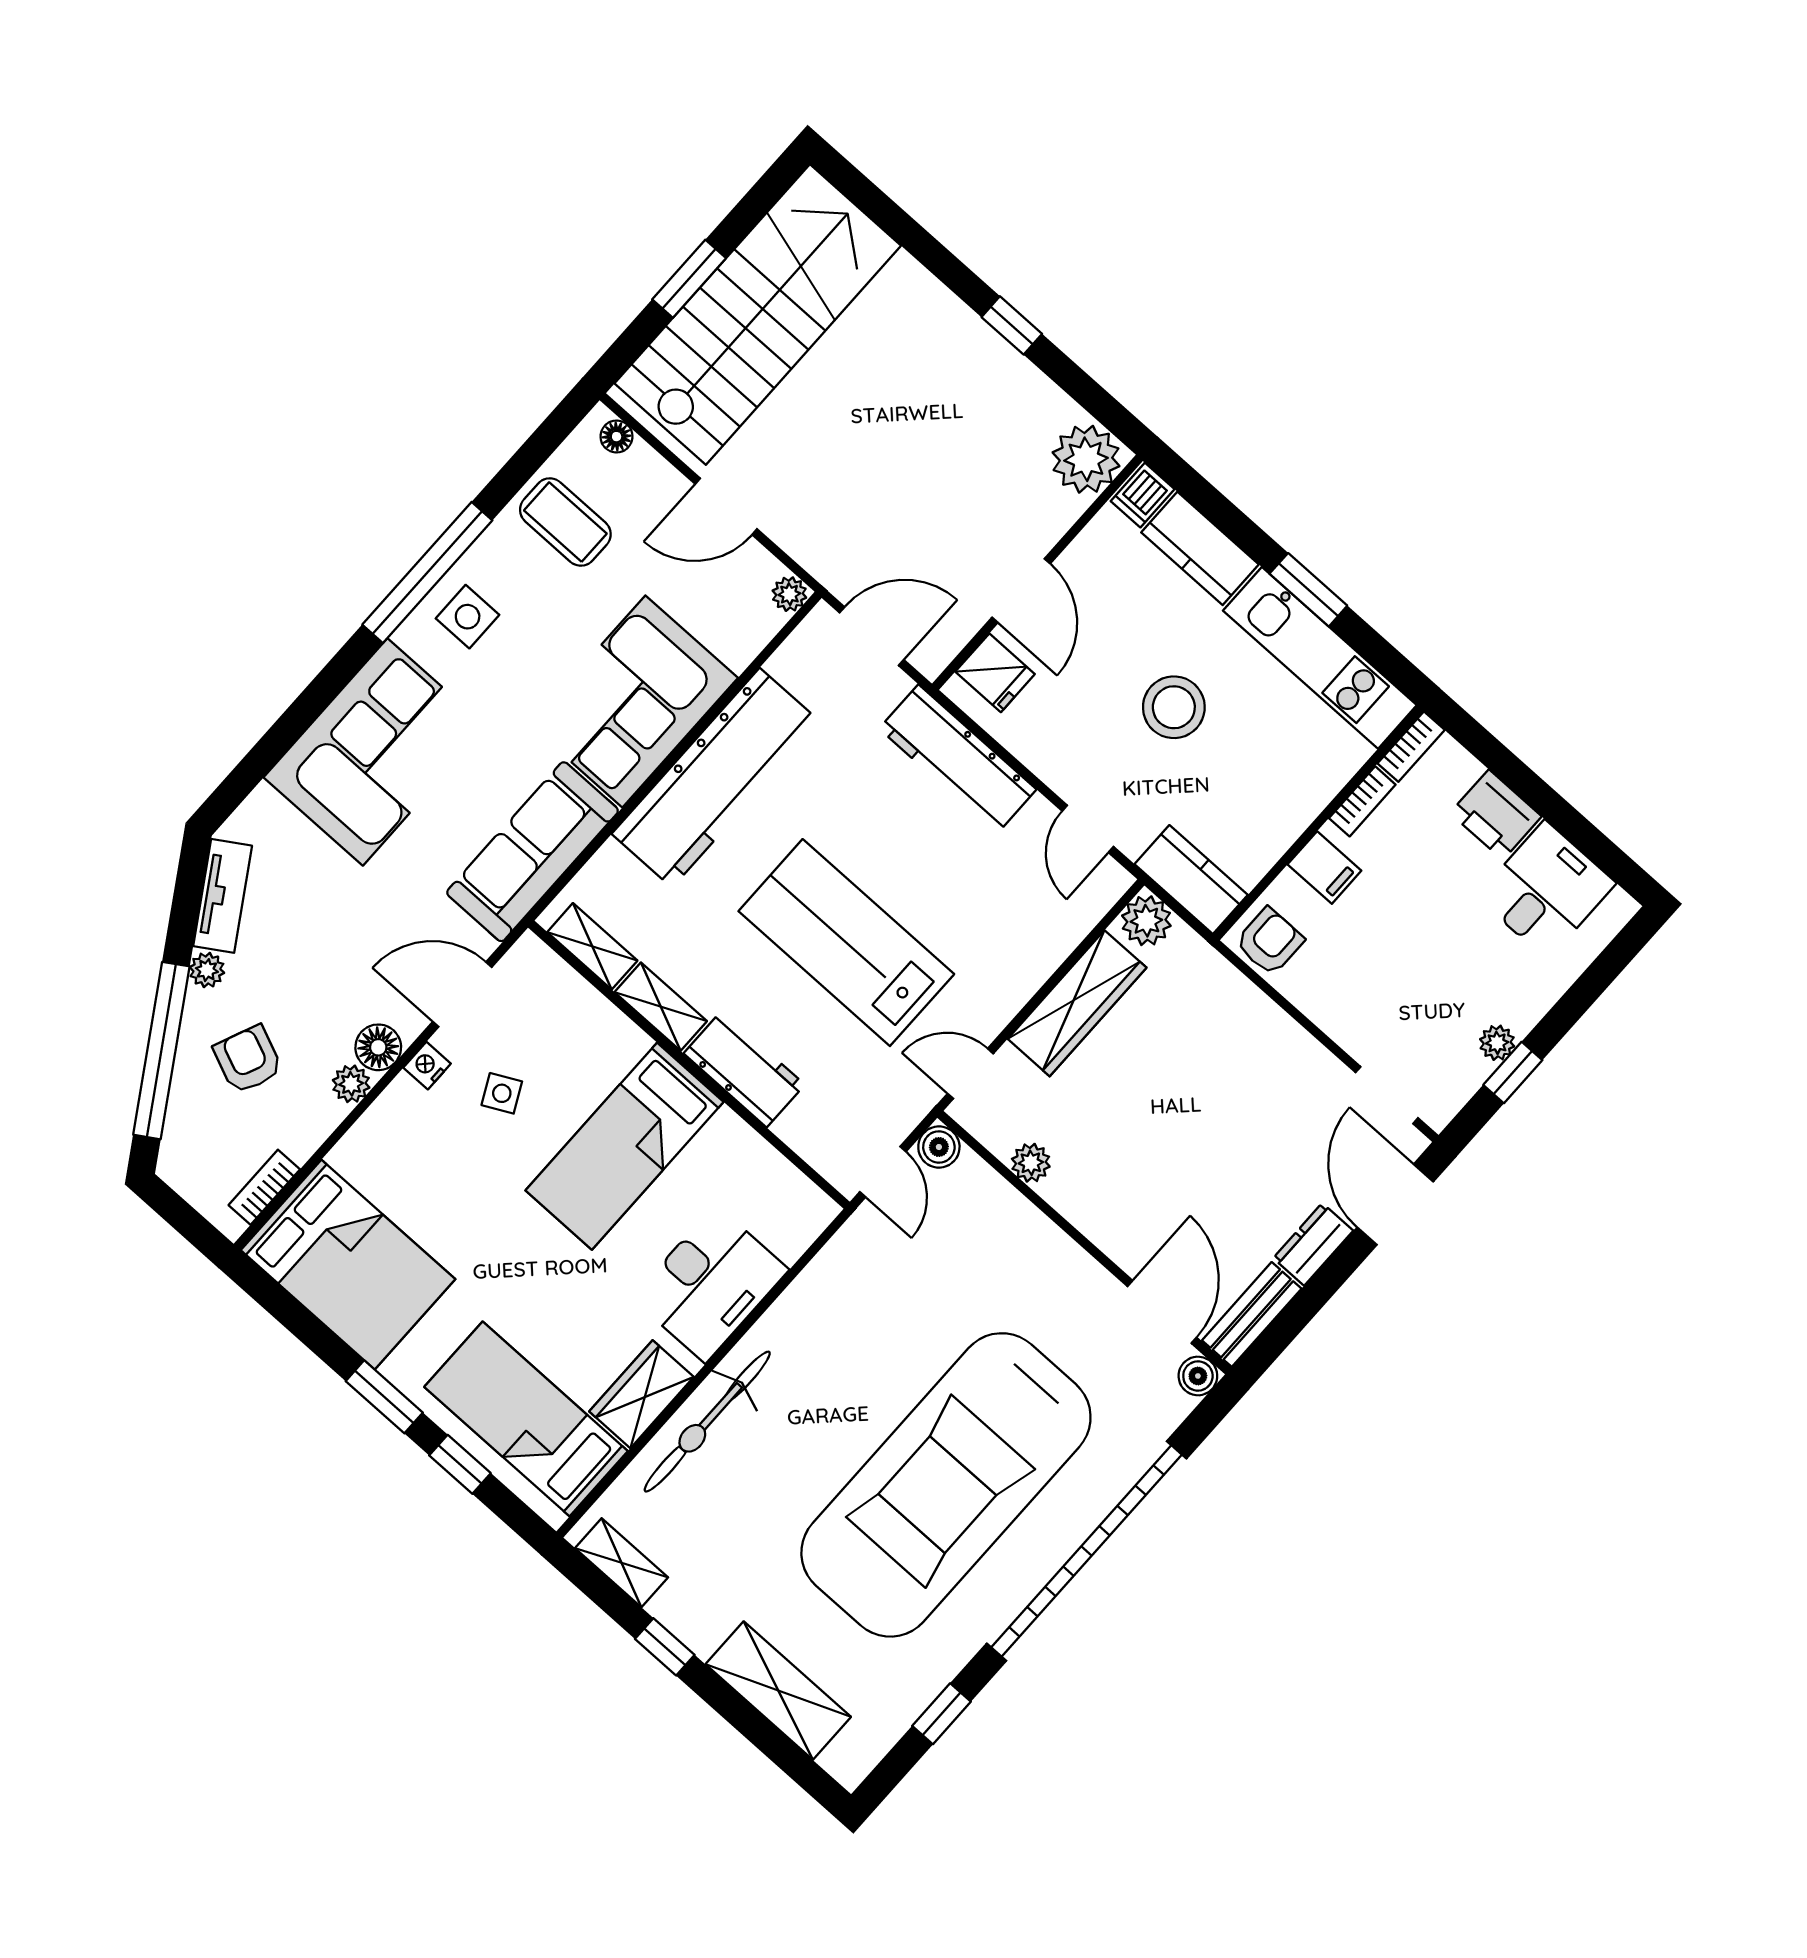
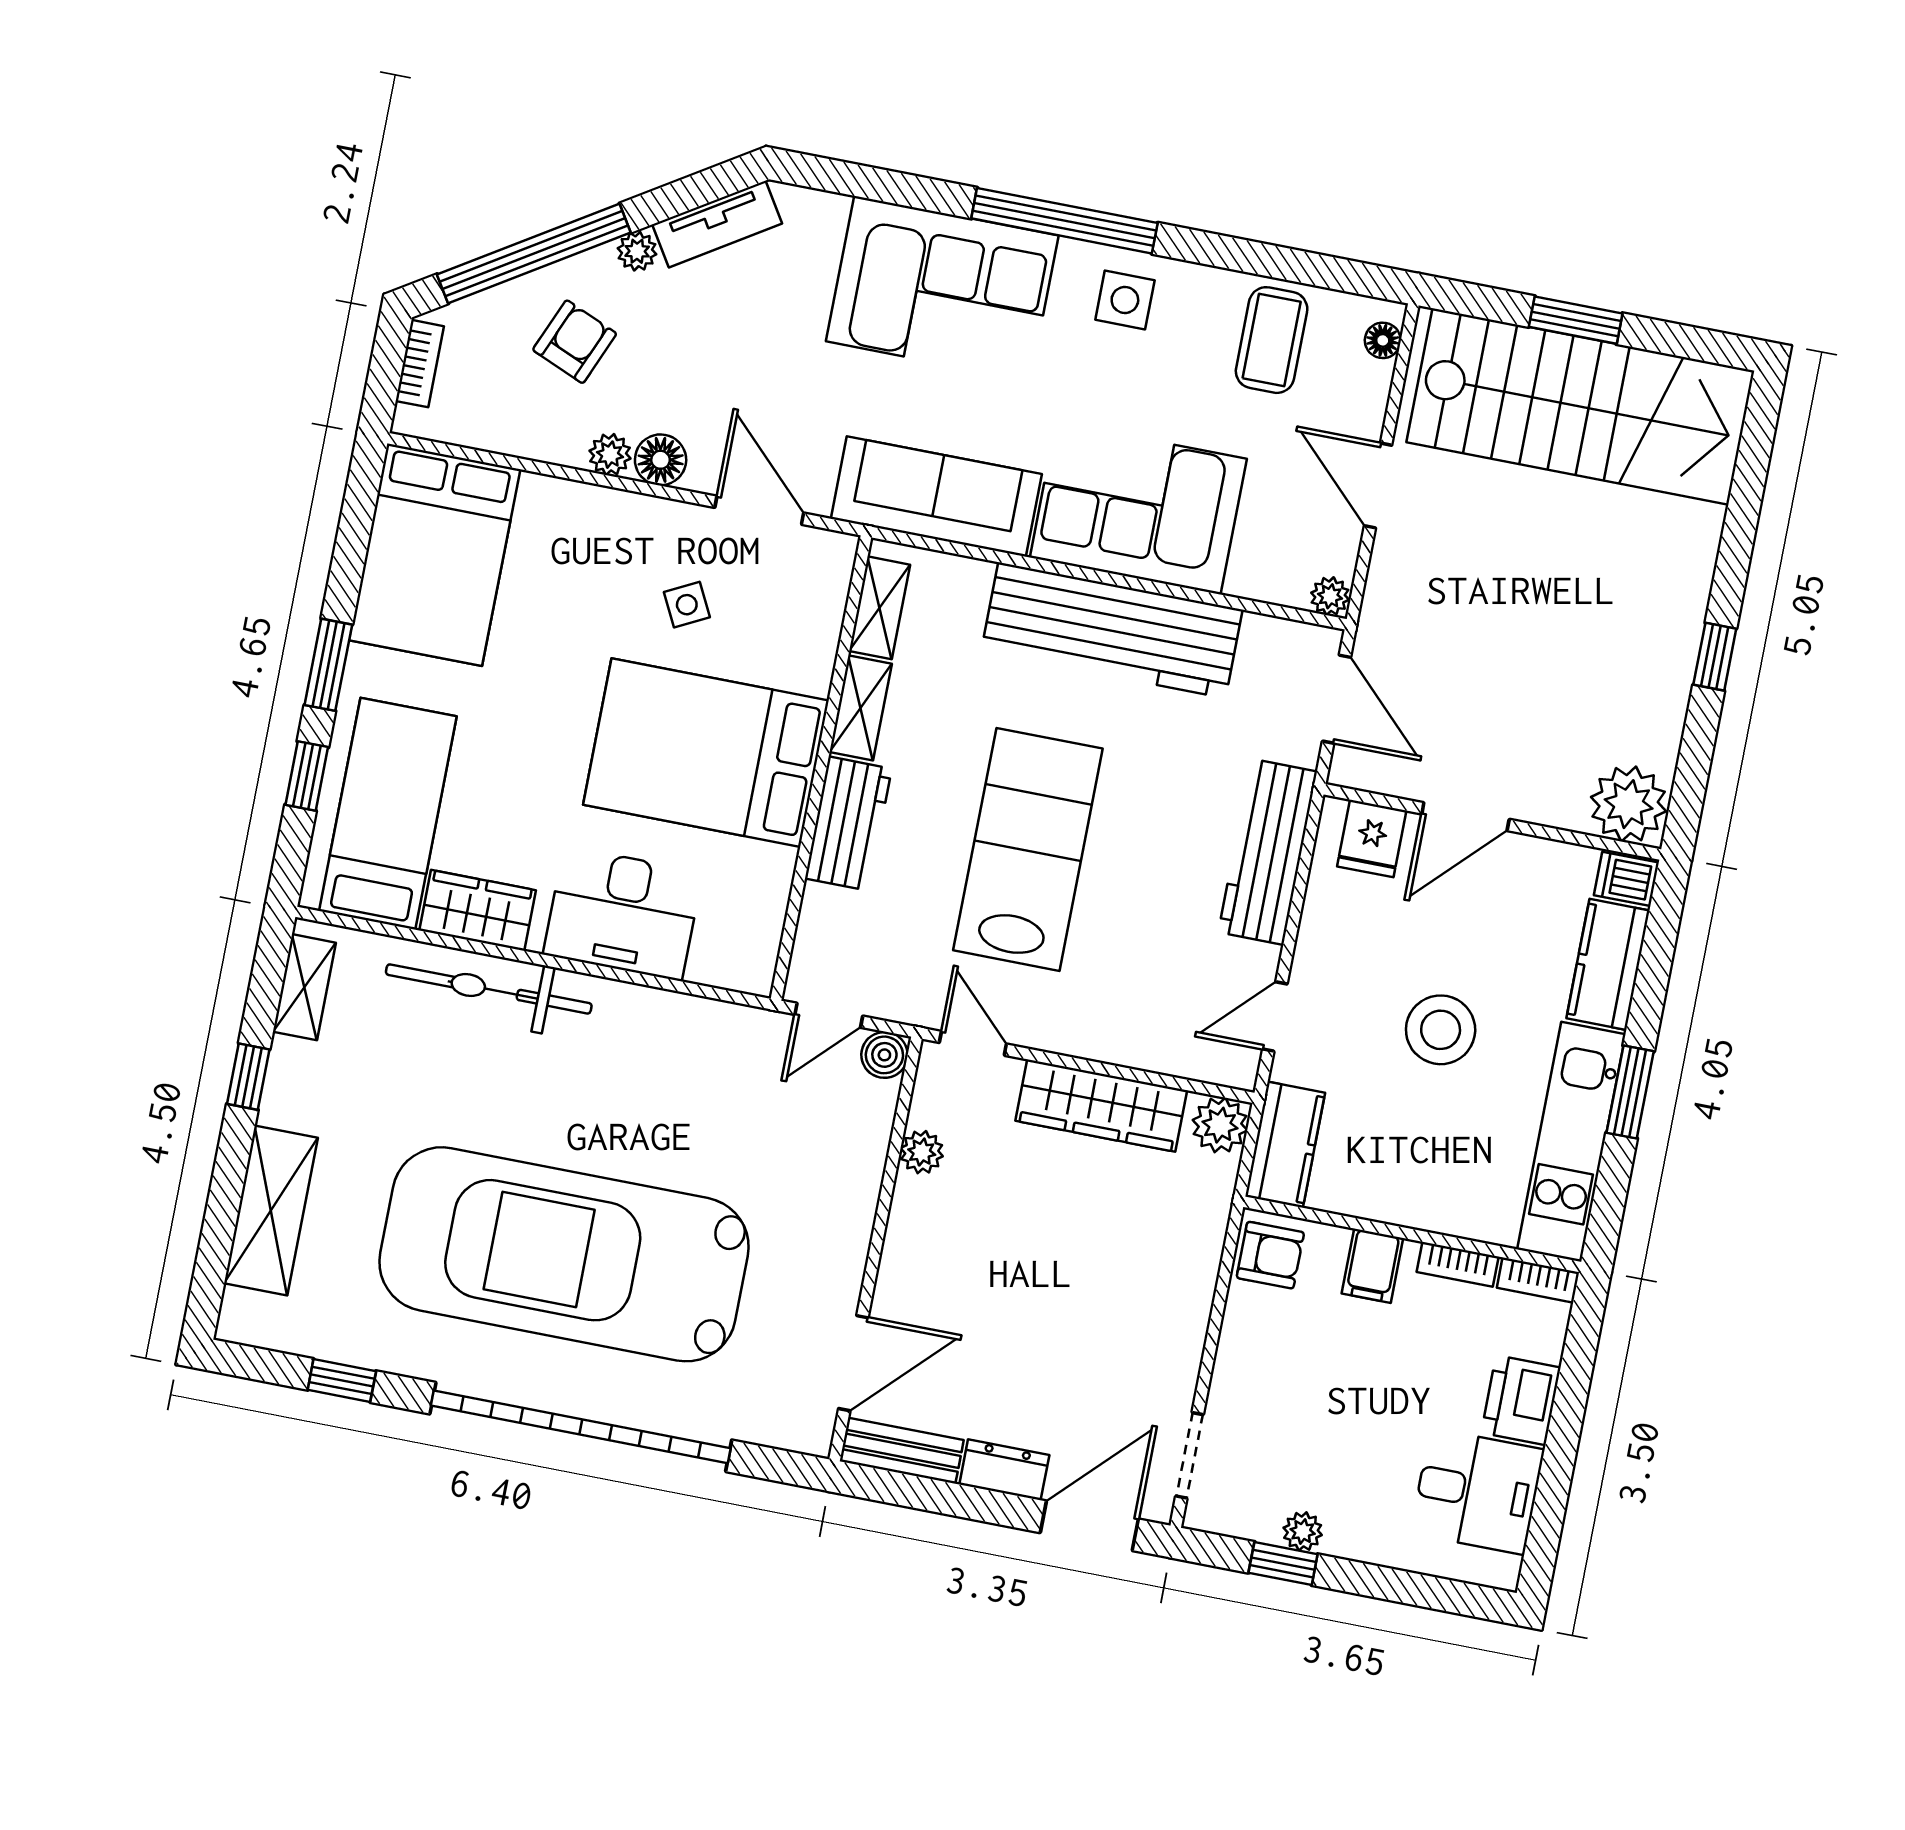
window: (427, 573) -> (1064, 221), moved
nightstand: (427, 1066) -> (671, 517), removed
bed: (625, 1146) -> (706, 753), width x1.50
bookcase: (264, 1187) -> (420, 364), moved, turned 90
boiler: (1198, 1376) -> (812, 1434), removed

